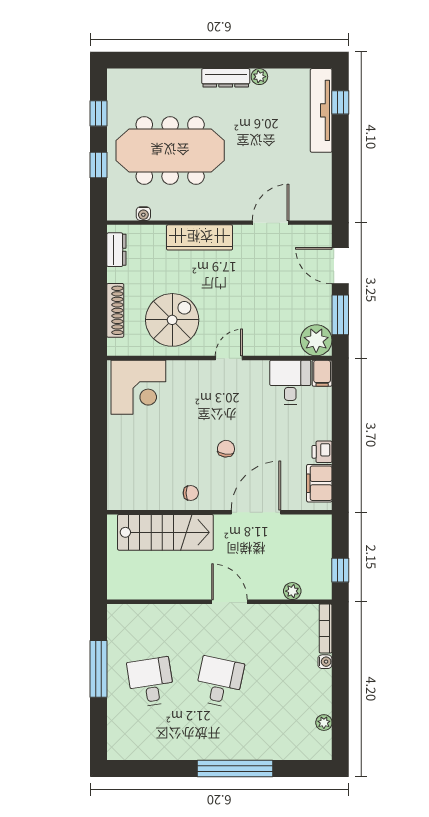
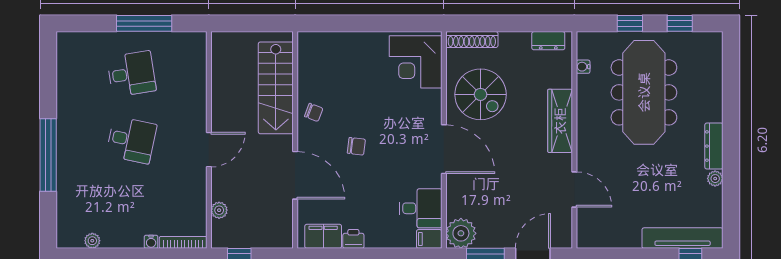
shoe rack: (115, 310) -> (472, 40), moved
door: (229, 358) -> (444, 149), width x1.87
chair: (191, 493) -> (314, 112), turned -69

